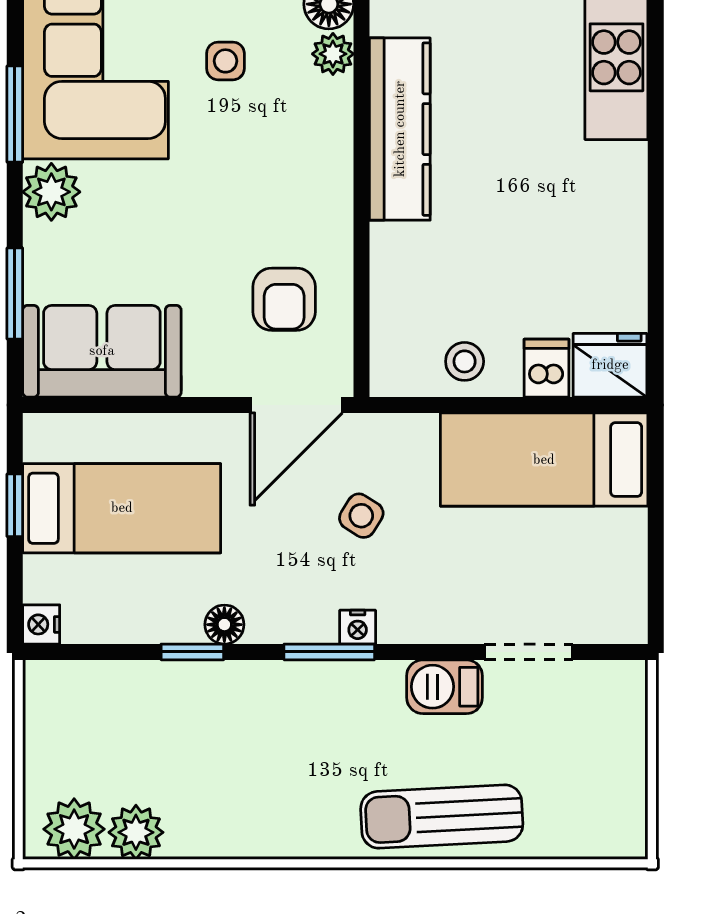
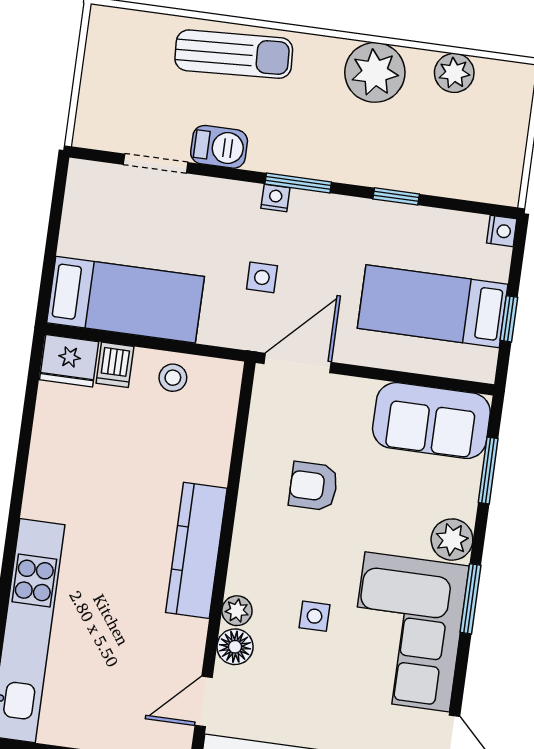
armchair: (284, 299) -> (313, 486), moved, turned -90
side table: (361, 516) -> (262, 277), turned -32
floor lamp: (224, 625) -> (371, 213), removed
plant: (74, 829) -> (375, 72), moved, width x1.36, depth x1.36

